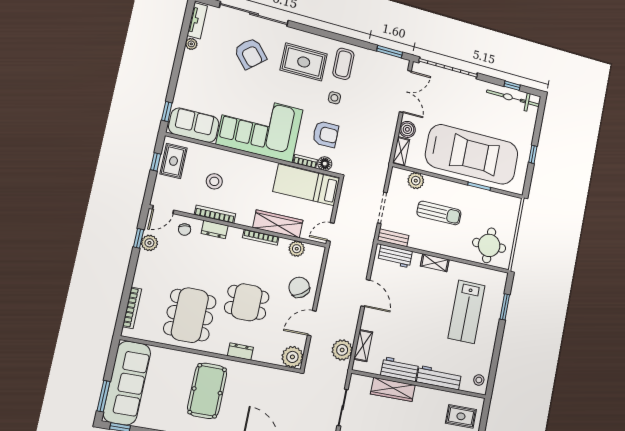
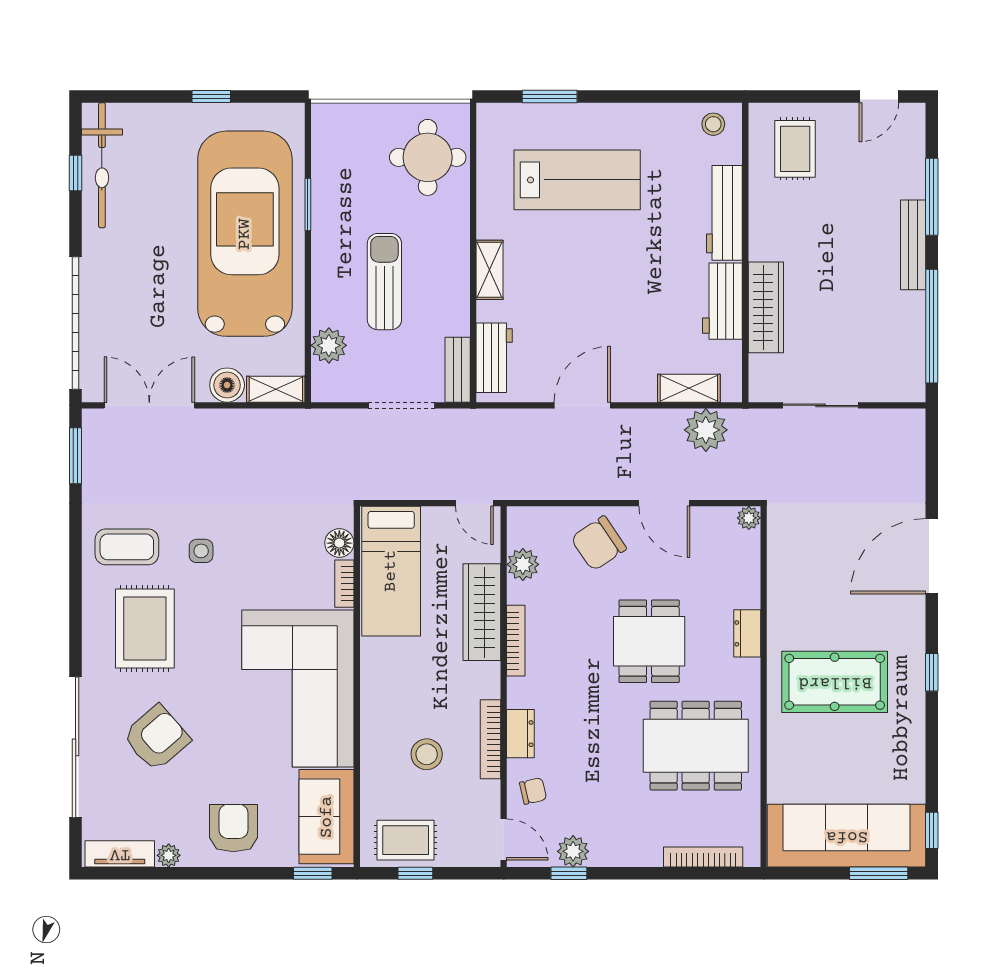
armchair: (326, 134) -> (233, 828), moved
plant: (292, 357) -> (749, 518), width x0.53, depth x0.53

